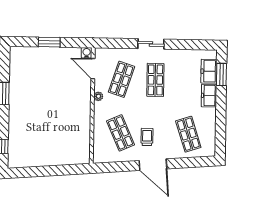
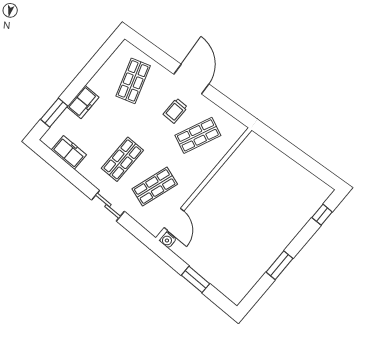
sliding door: (151, 44) -> (108, 206), moved
freezer: (209, 71) -> (69, 152), moved, turned -90
plant: (98, 96) -> (190, 188), removed
shop shelf: (121, 133) -> (198, 135), turned 48

